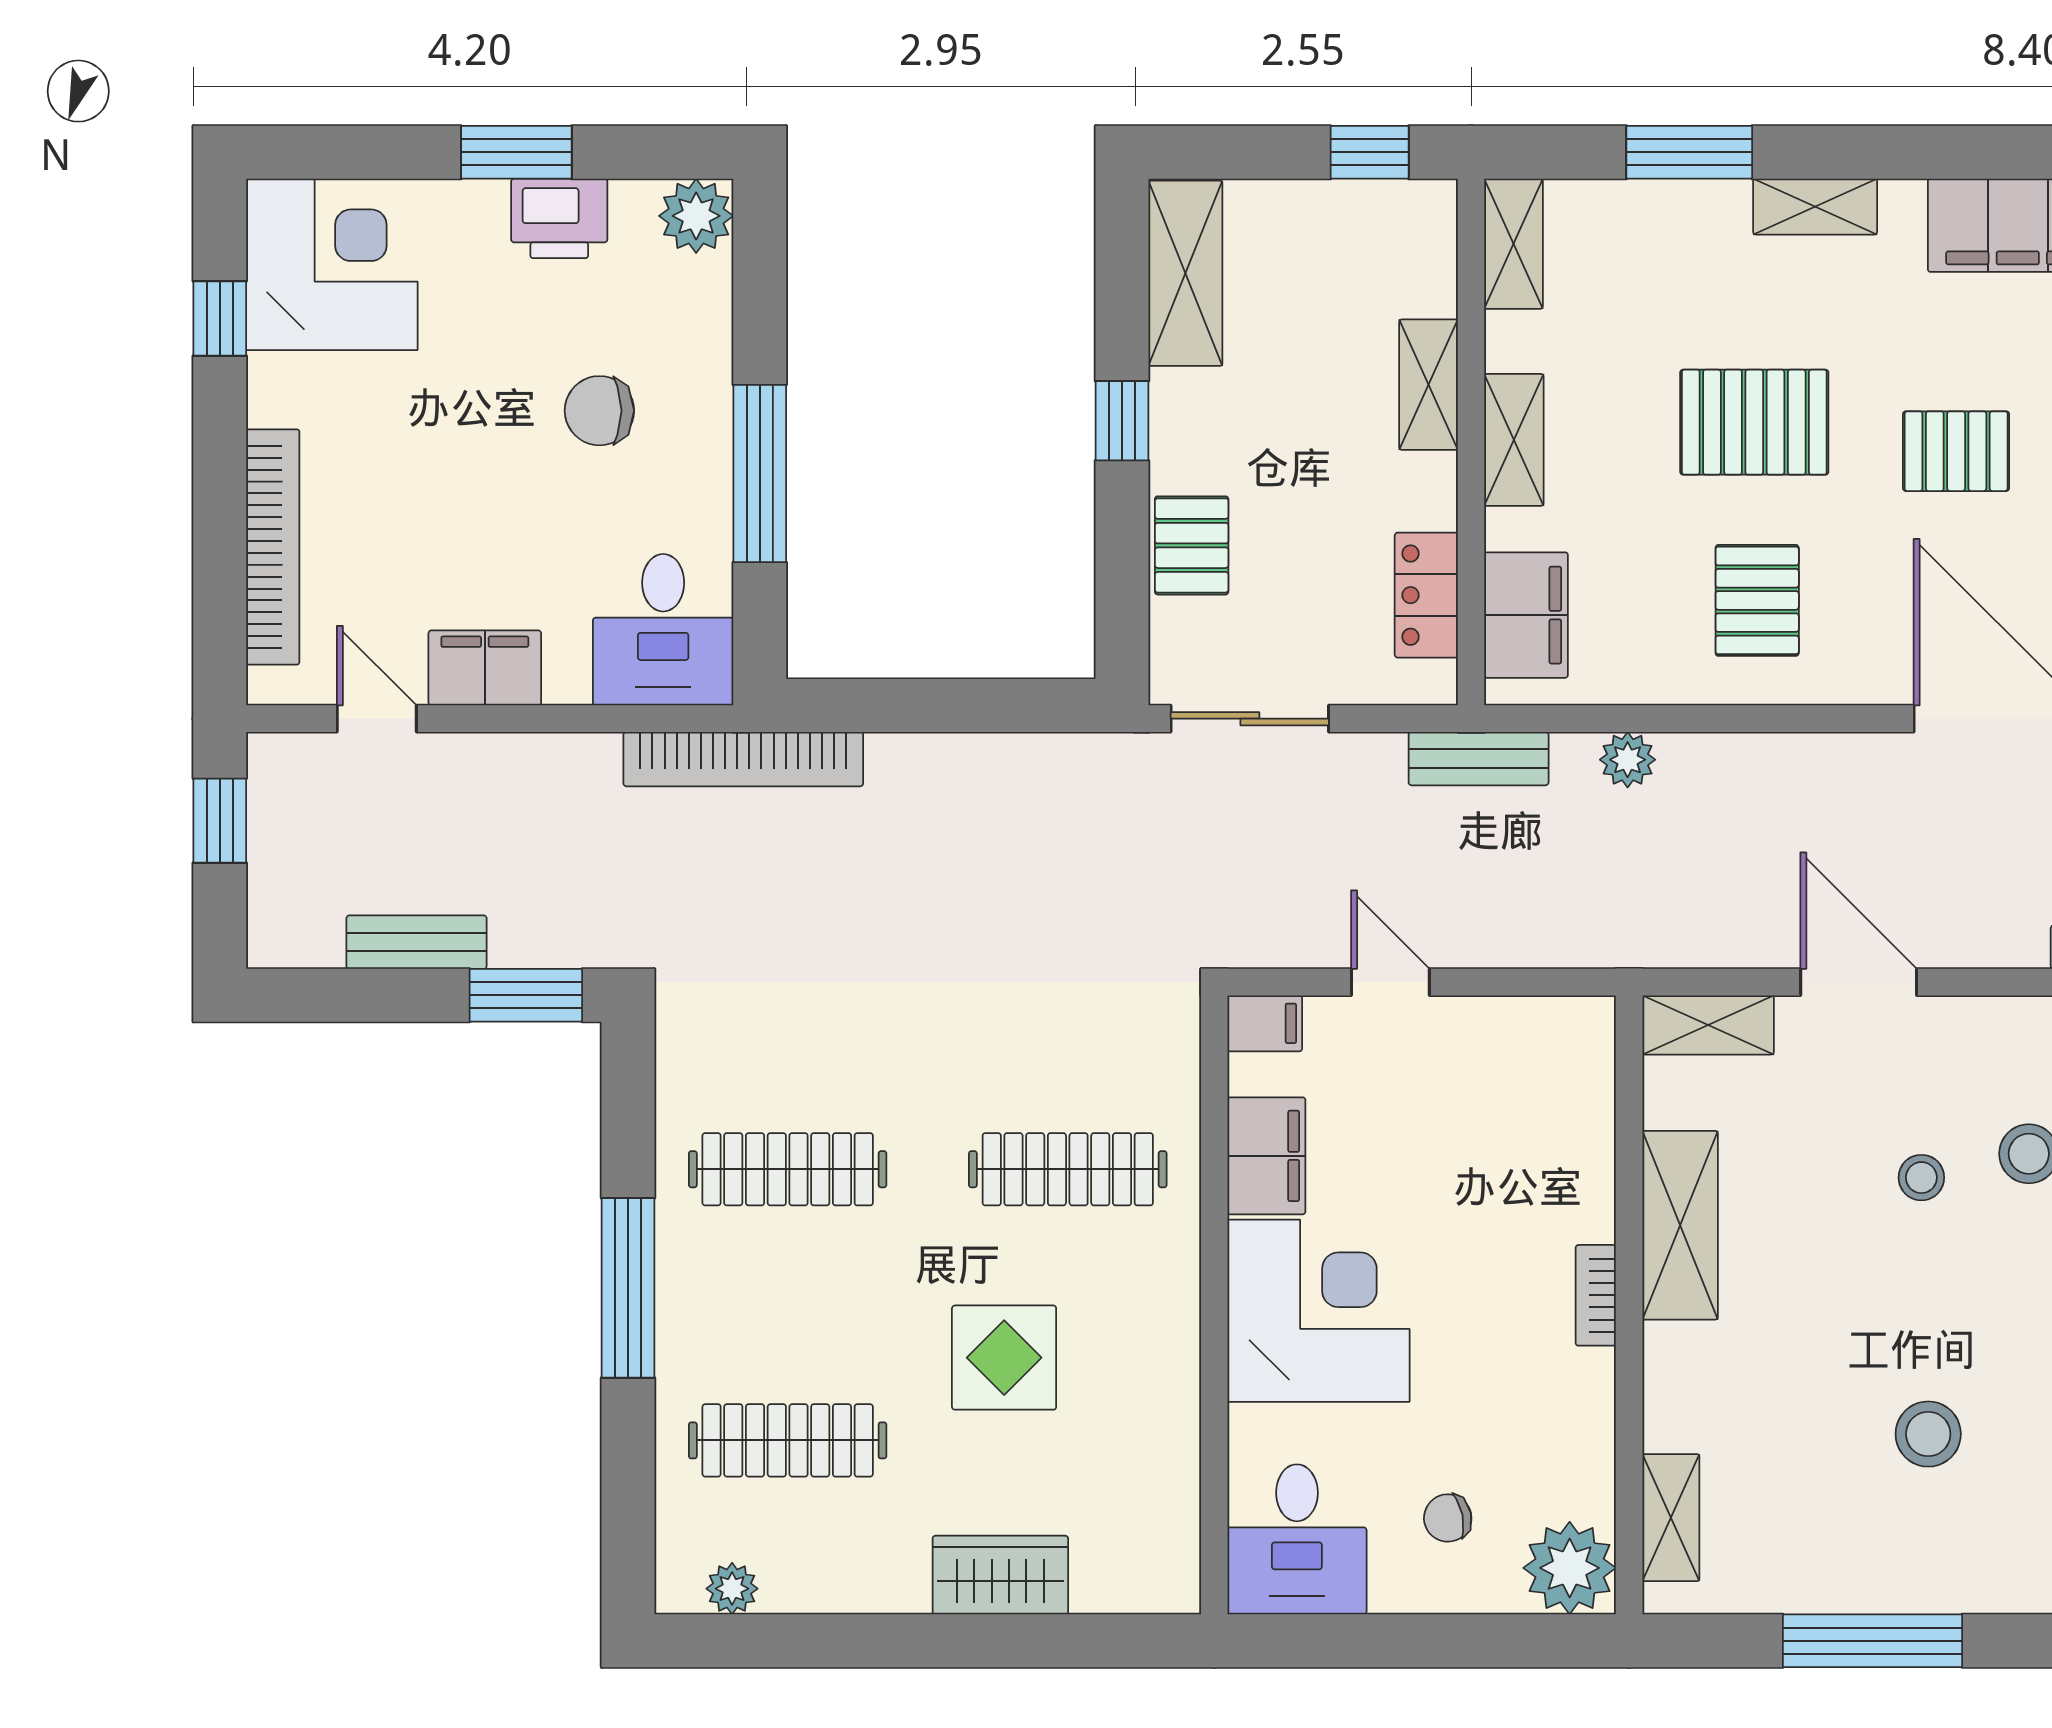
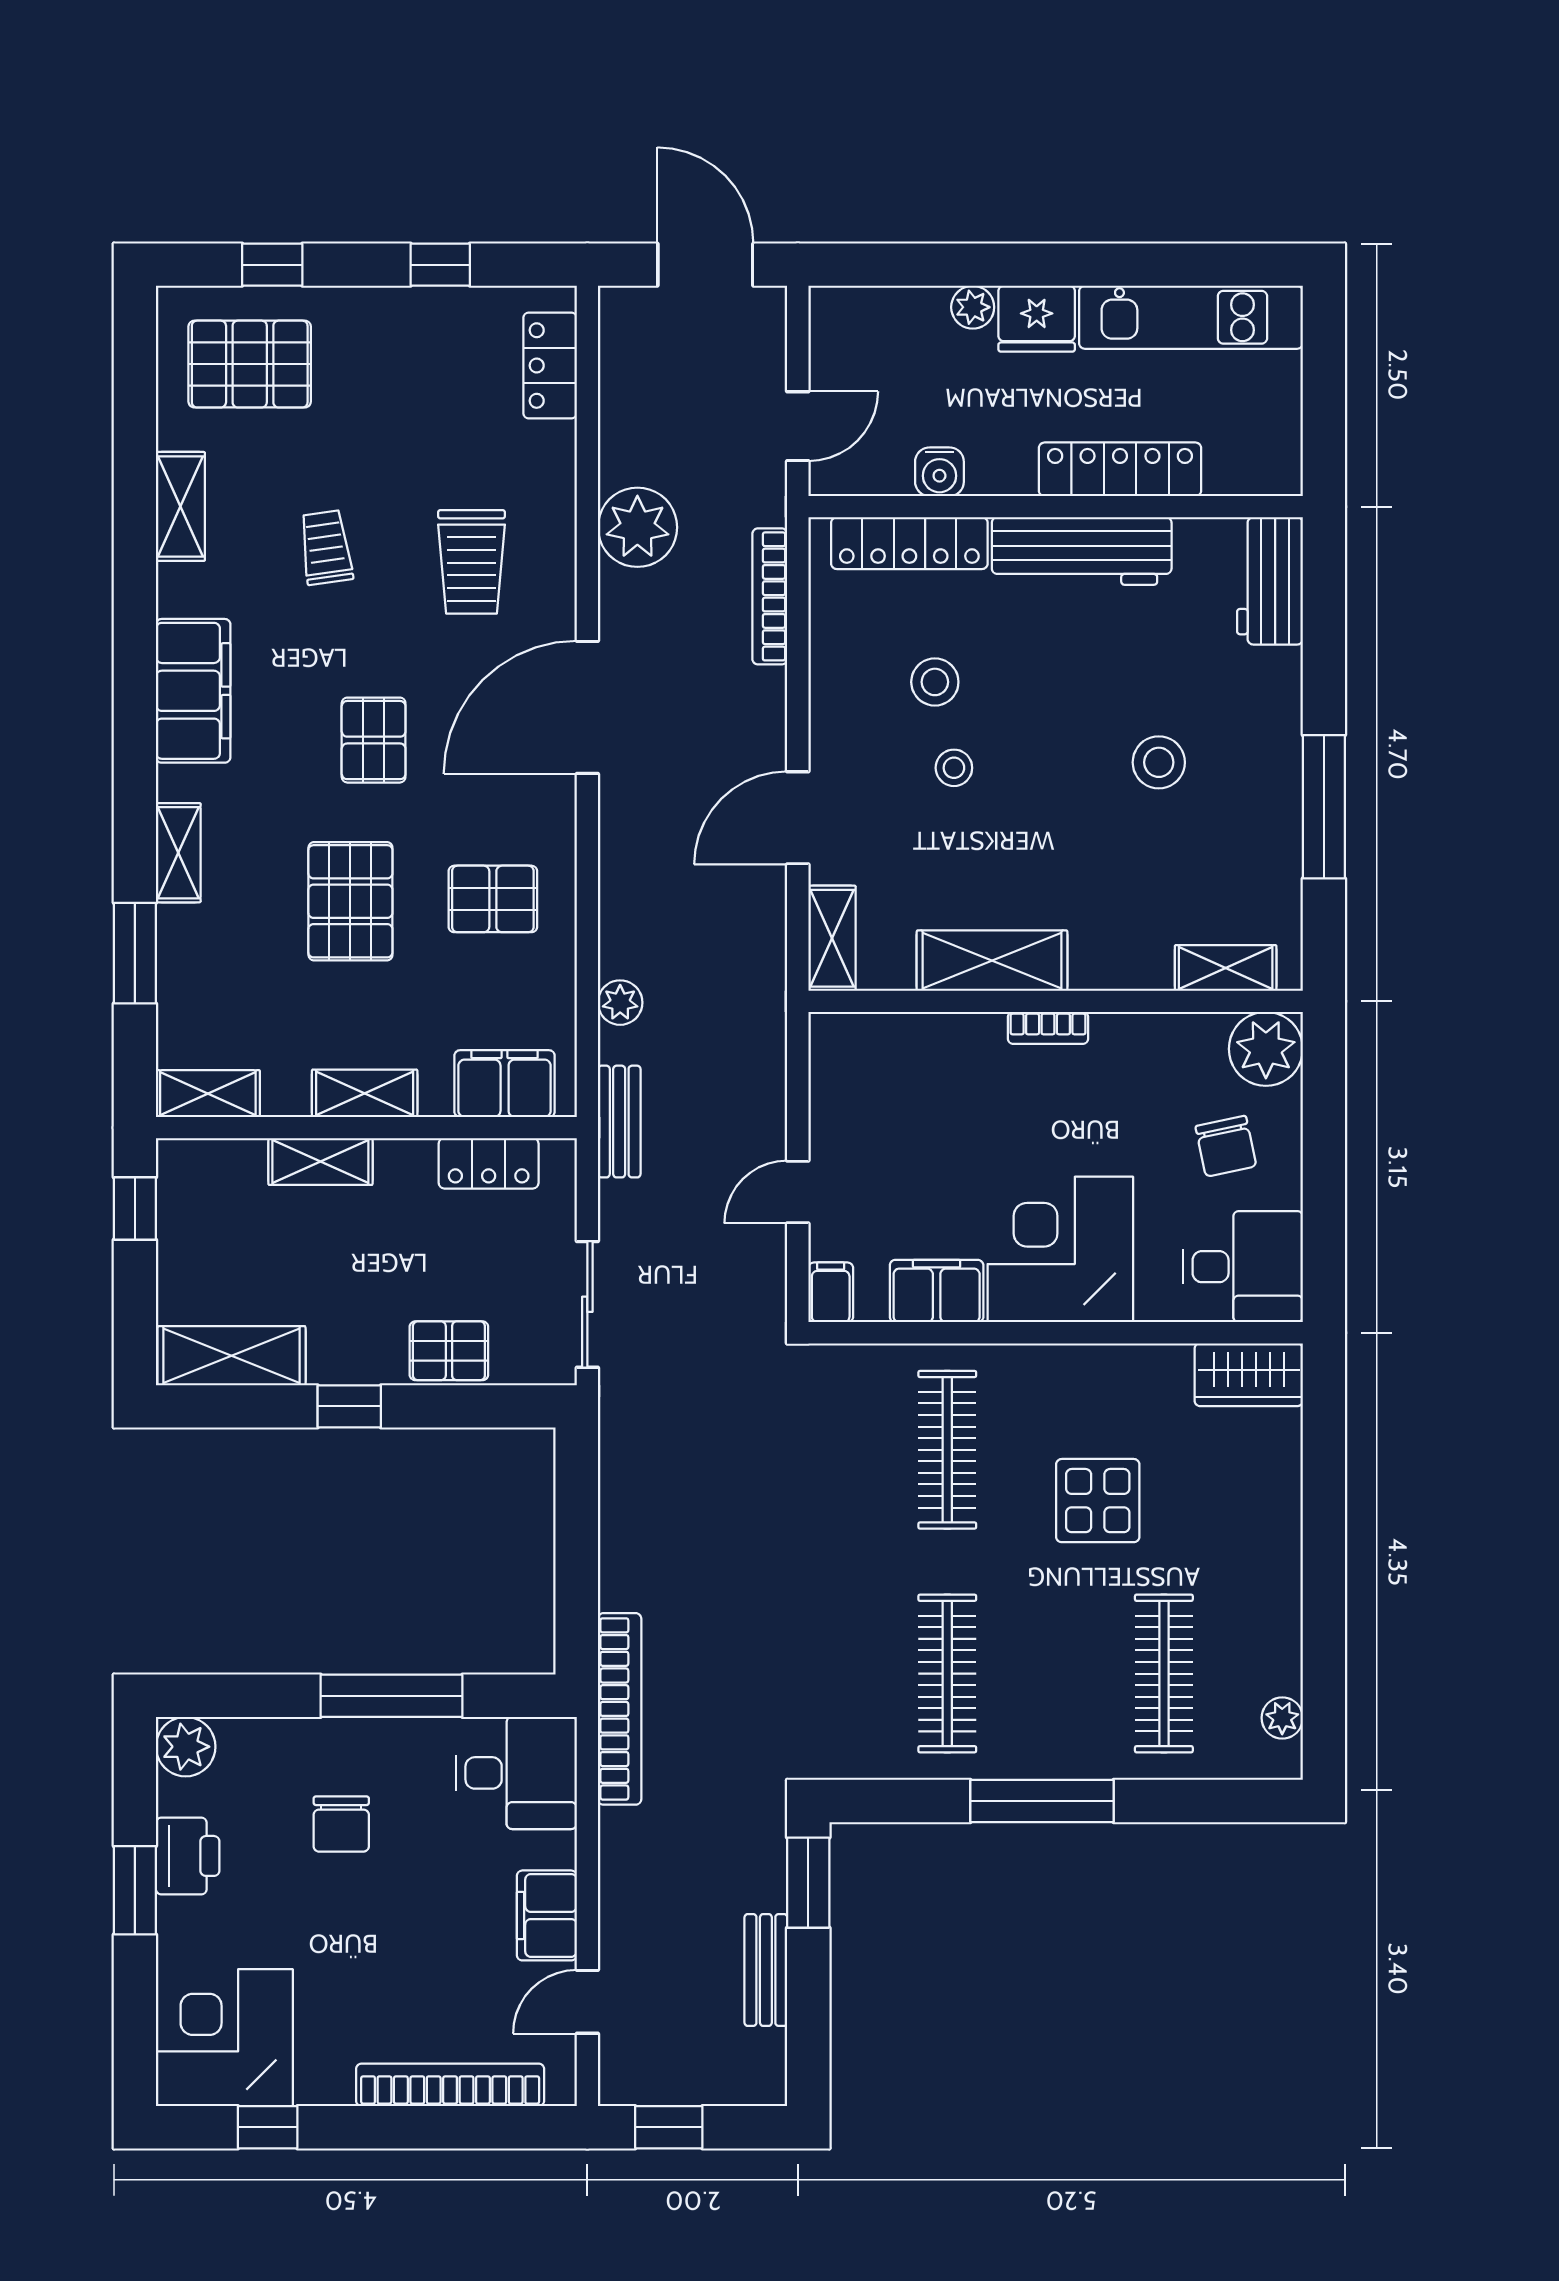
chair: (1448, 1518) -> (1226, 1146), width x1.37, depth x1.37
wardrobe: (1000, 1575) -> (1249, 1375), moved, turned -90

